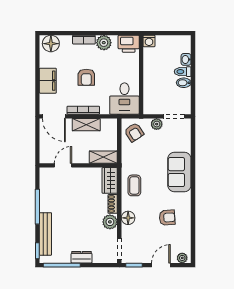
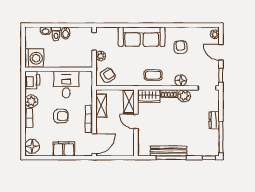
washing machine: (149, 41) -> (34, 58), width x1.89, depth x1.89
desk: (124, 99) -> (66, 85), moved, turned -90
shelving: (86, 125) -> (101, 106), moved
door: (63, 165) -> (136, 122), moved
sofa: (179, 172) -> (142, 37), width x1.36
bench: (45, 234) -> (169, 151), moved

